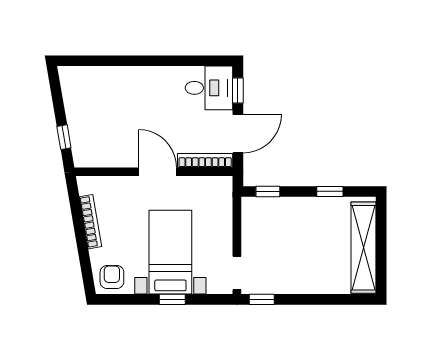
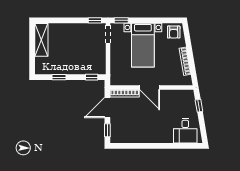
desk: (209, 88) -> (185, 131), moved, turned -90
shelving: (363, 248) -> (41, 40), width x0.68
window: (172, 299) -> (121, 20), moved

